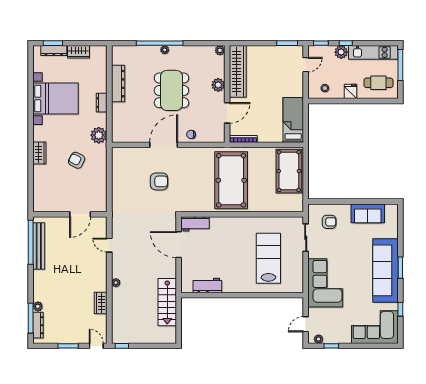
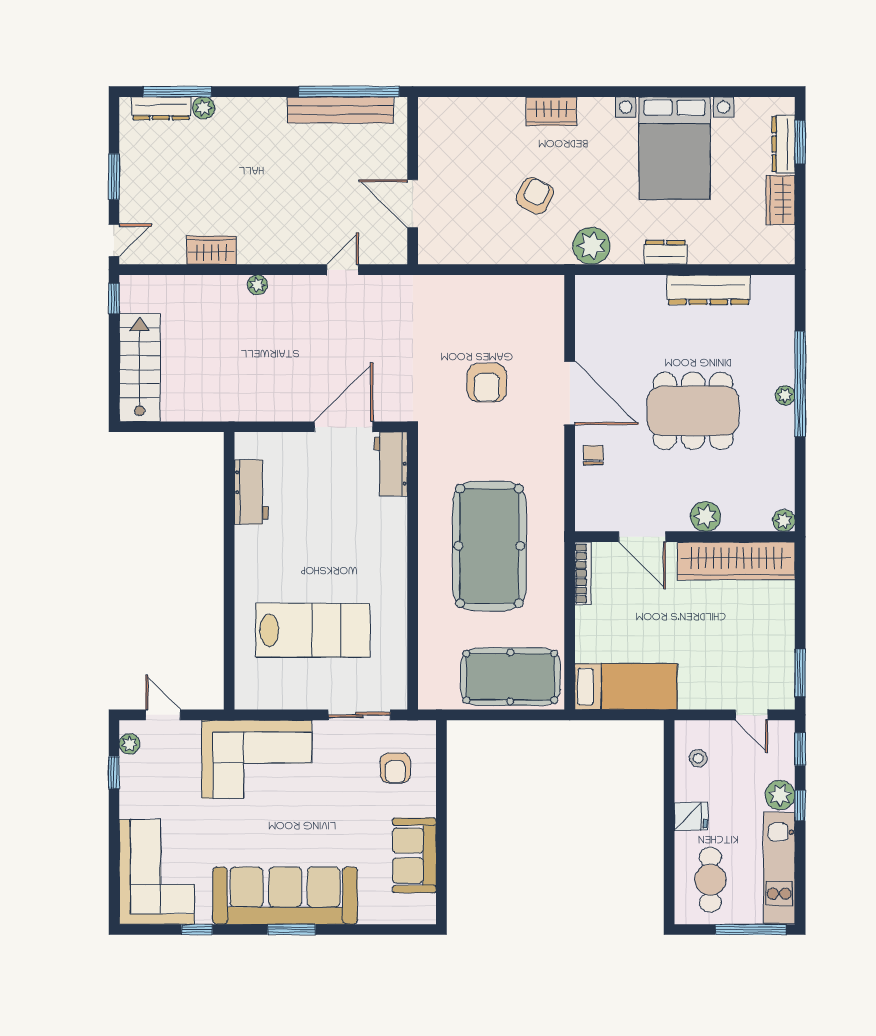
pool table: (231, 180) -> (489, 546), turned 90
stairs: (167, 302) -> (140, 367), moved, turned 90

